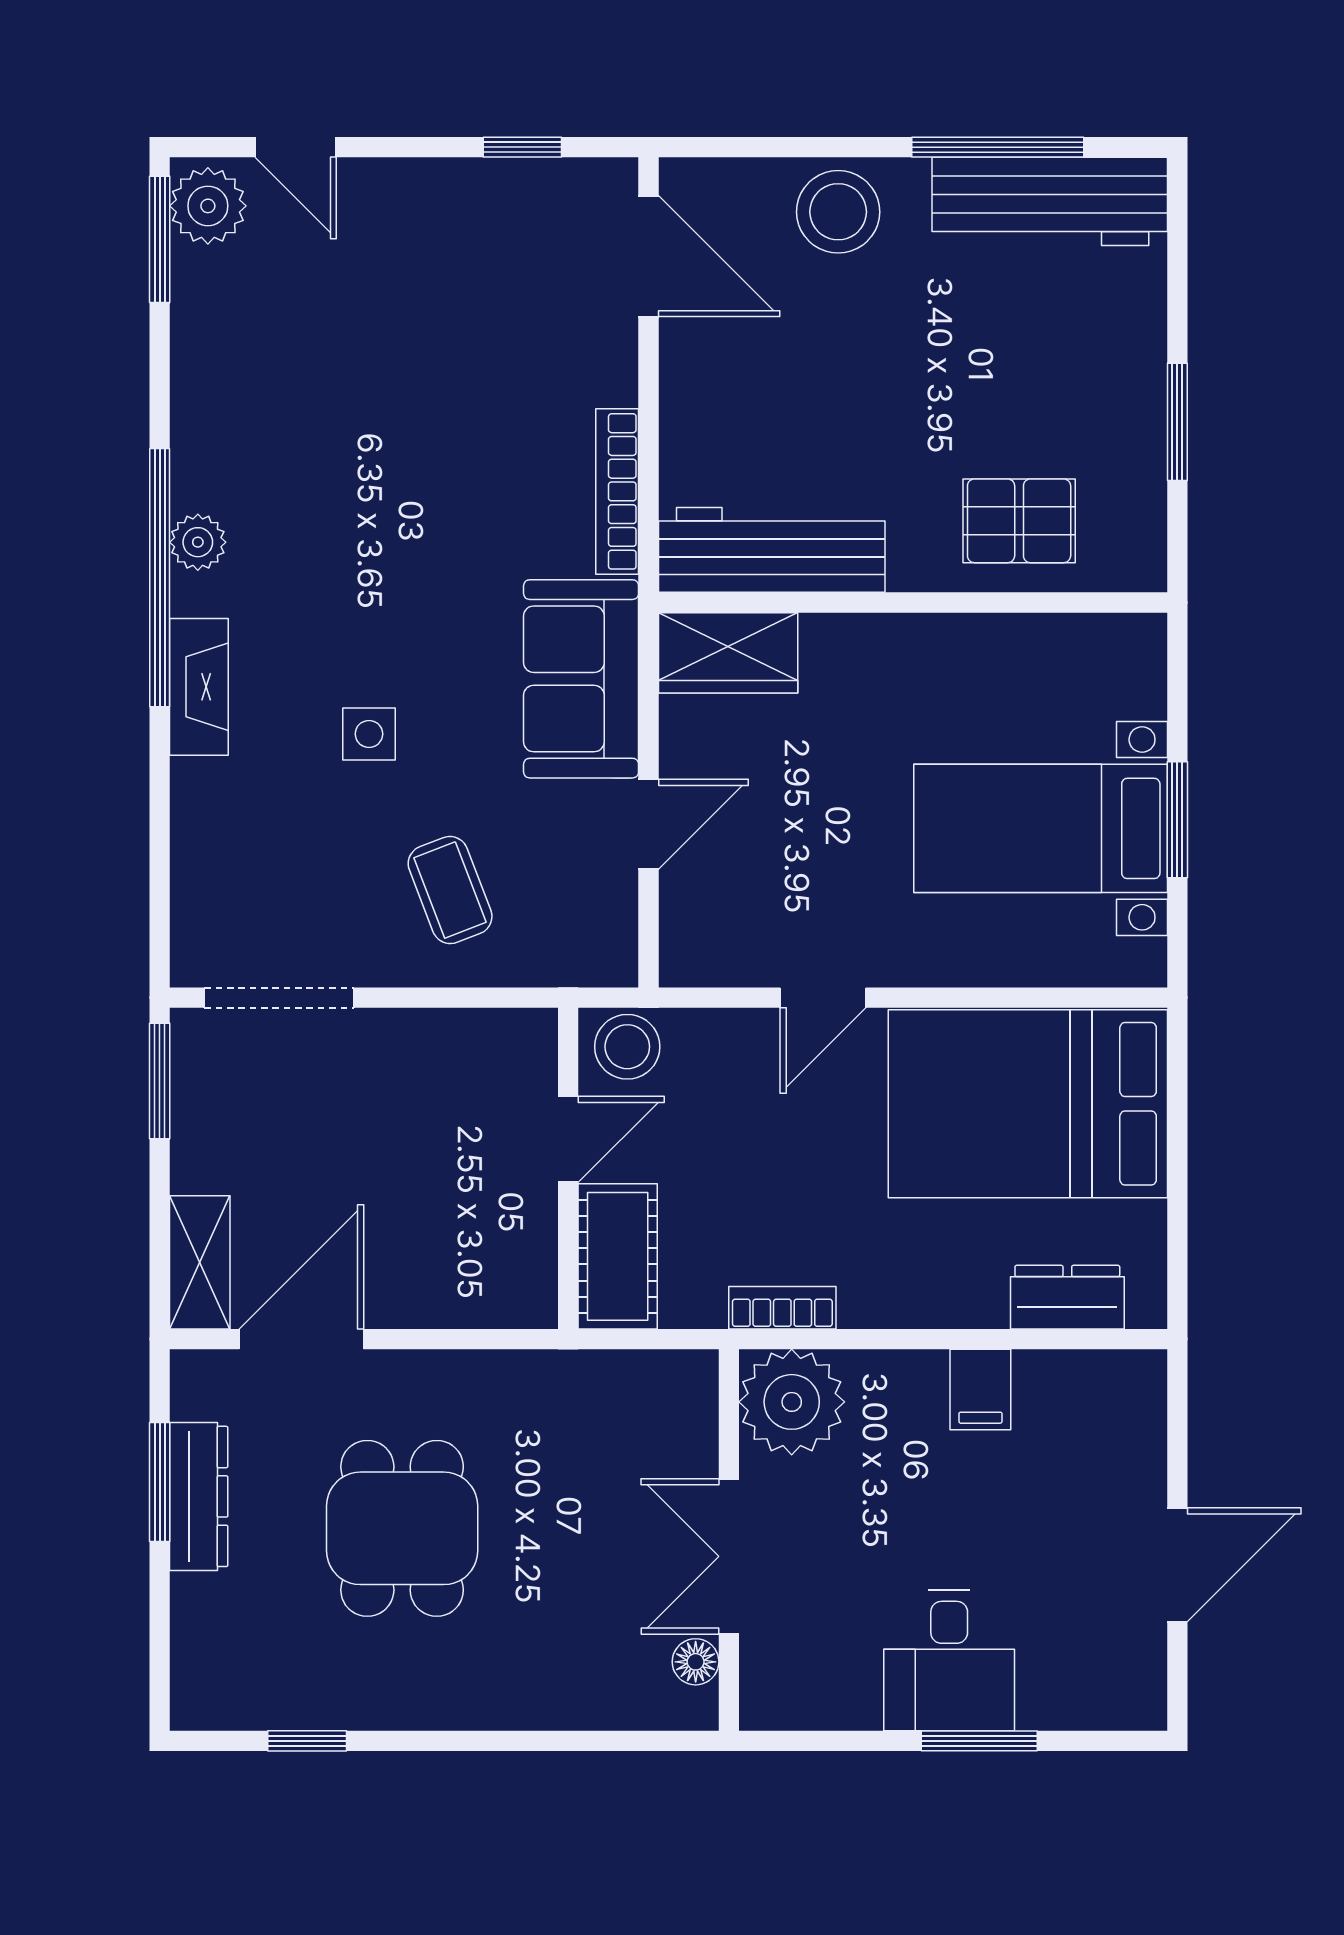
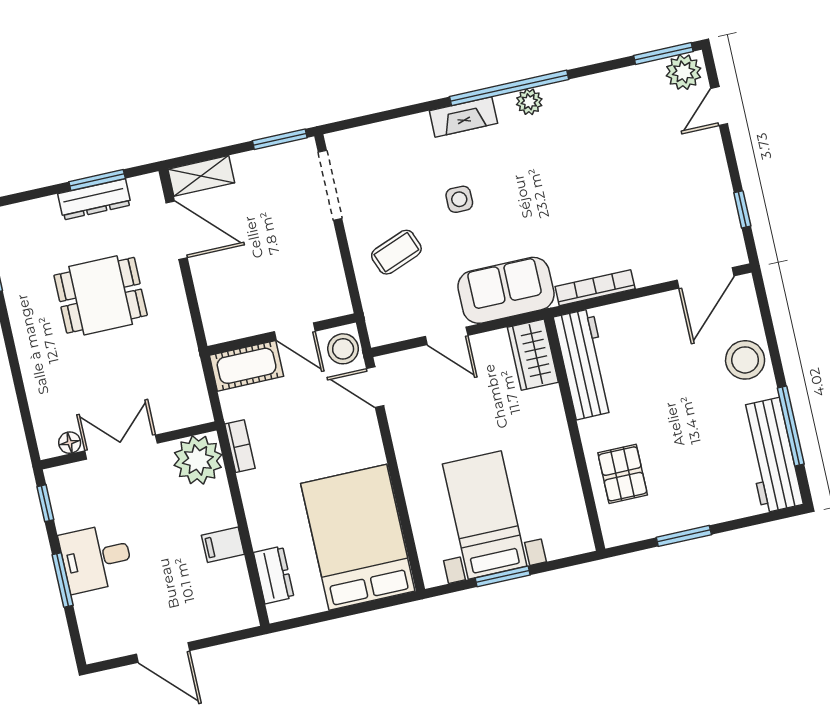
door: (823, 998) -> (375, 387), moved
window: (811, 1741) -> (45, 503), added

